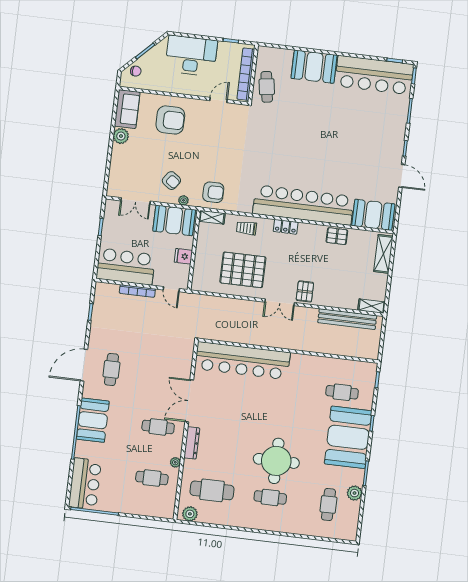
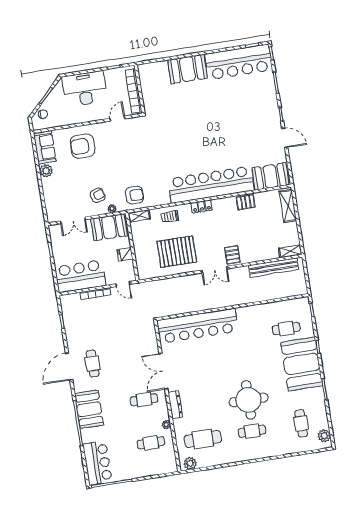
cafe table: (267, 87) -> (154, 97), removed
armchair: (170, 120) -> (83, 146), turned 180
armchair: (171, 181) -> (98, 195), turned -53
plant: (355, 493) -> (324, 436), moved

